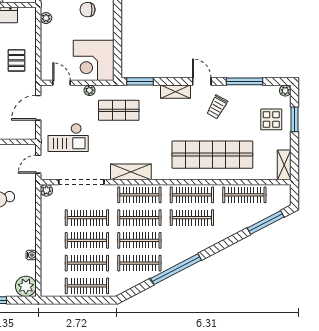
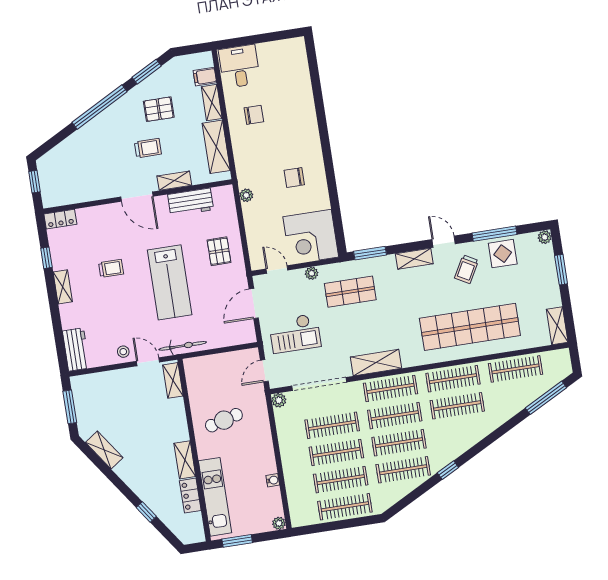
display table: (271, 119) -> (503, 254), moved
window: (176, 269) -> (448, 470), width x0.32
plant: (26, 286) -> (279, 523), width x0.53, depth x0.53

